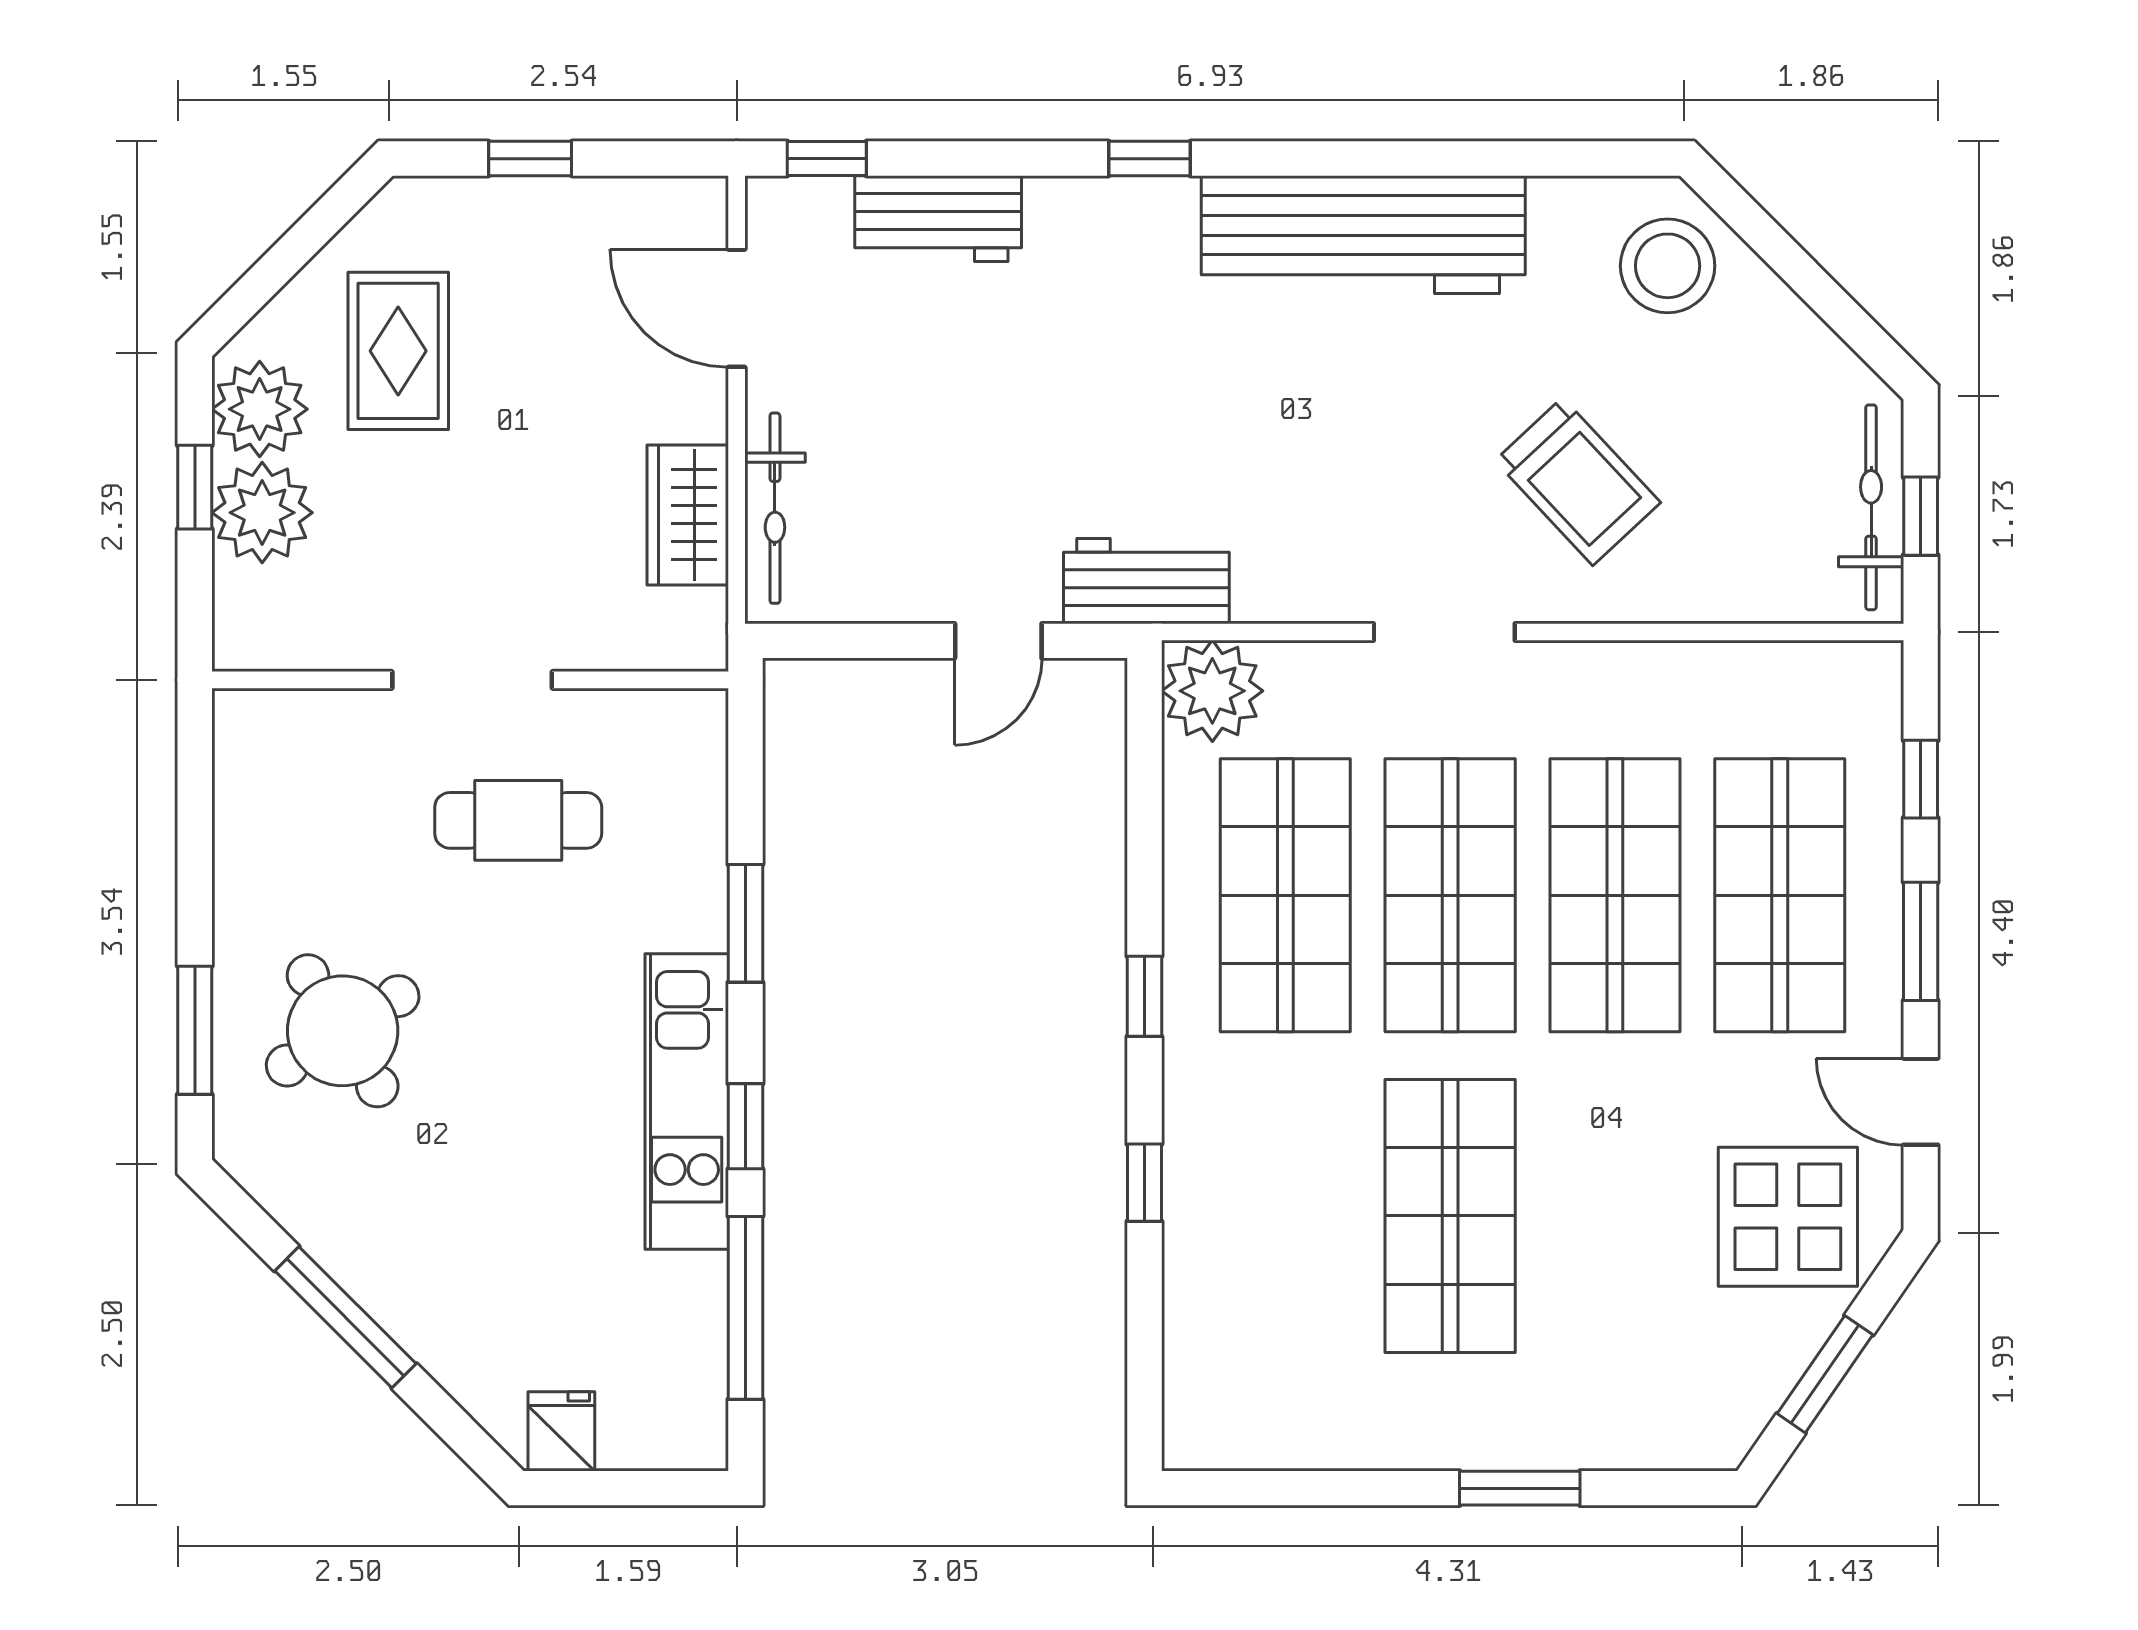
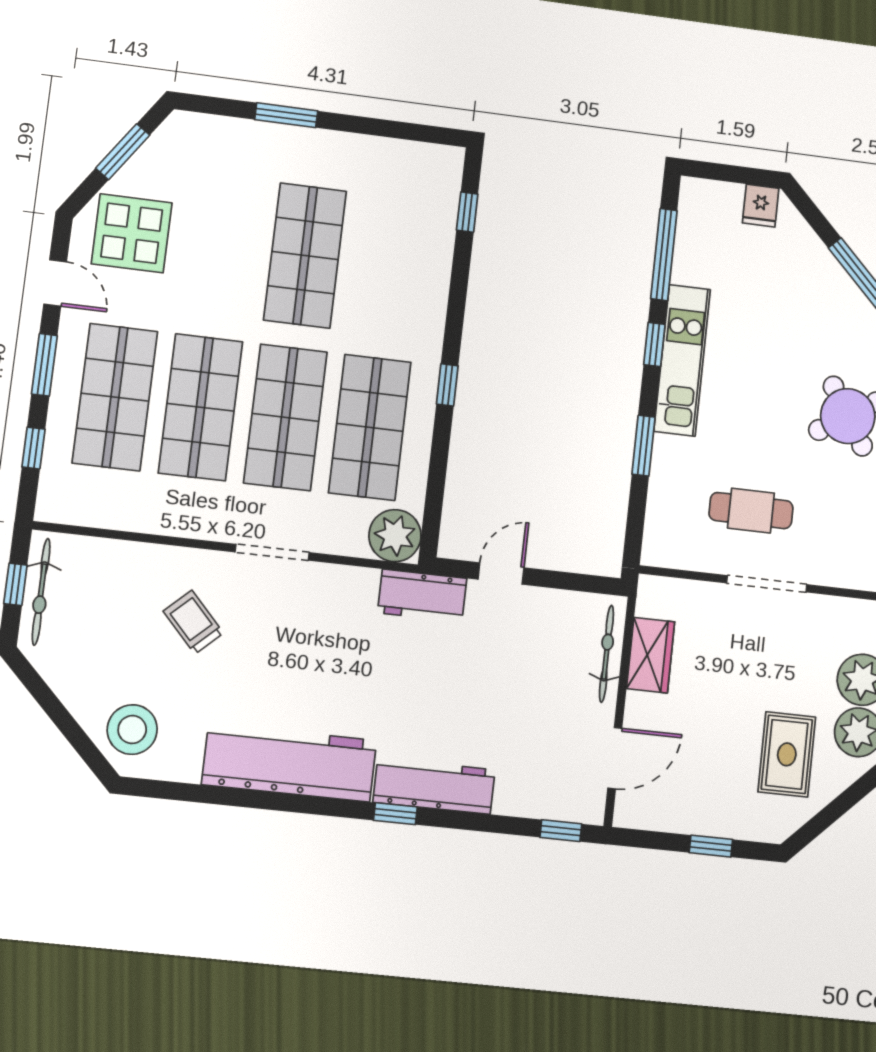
workbench: (938, 219) -> (434, 786), moved, width x1.37
door: (737, 308) -> (615, 758), hinge flipped
trolley: (1578, 482) -> (193, 622), width x0.73, depth x0.72
window: (1144, 1183) -> (467, 212), moved

